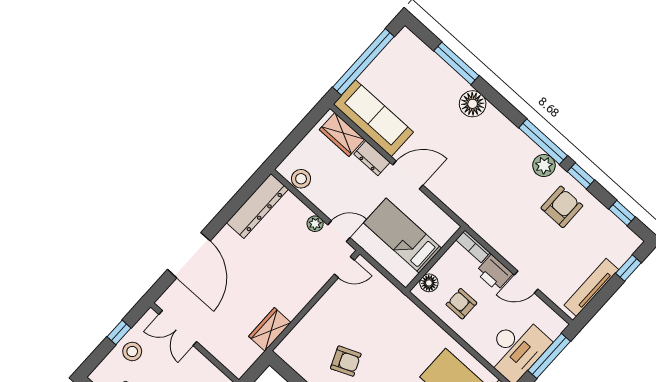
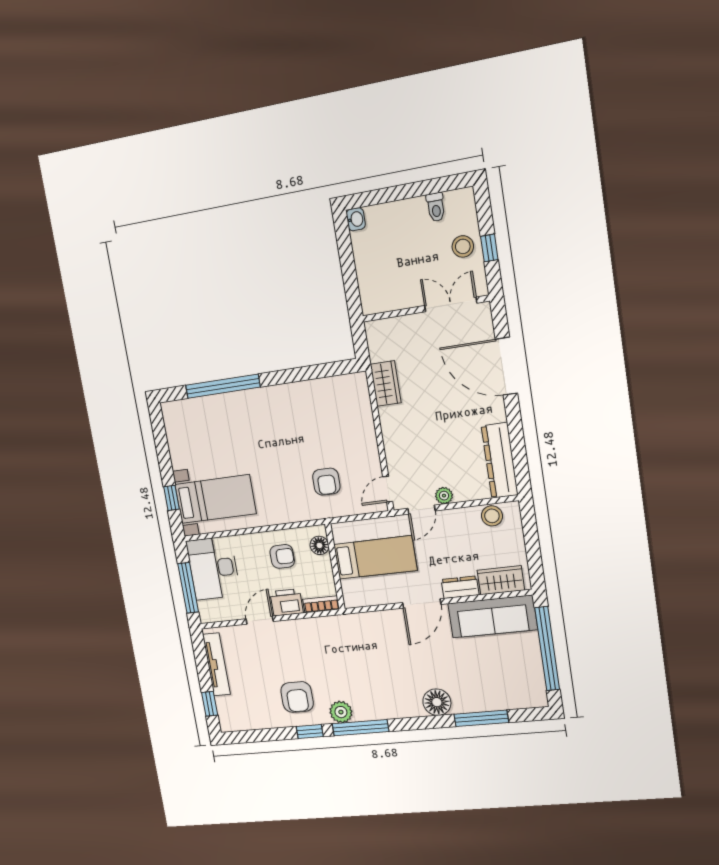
window: (622, 213) -> (256, 736), removed
armchair: (346, 361) -> (326, 482), moved, turned -67

